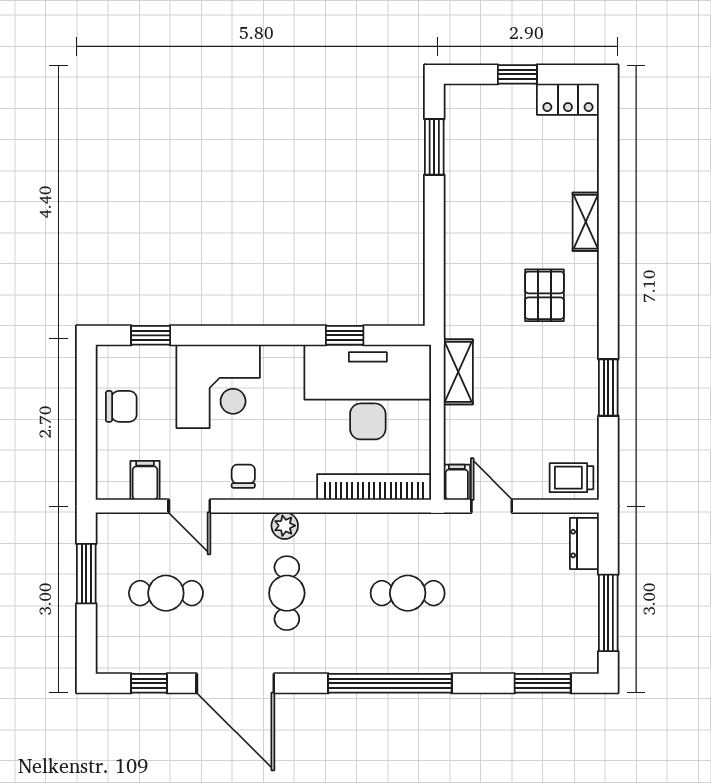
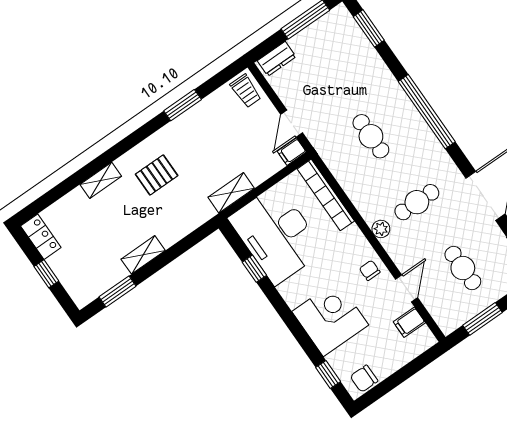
shelving: (457, 210) -> (143, 255), added
chair: (121, 406) -> (364, 379), moved, turned -90
chair: (243, 476) -> (370, 270), turned 90

